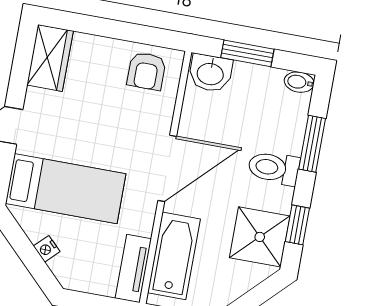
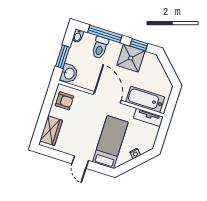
wardrobe: (50, 58) -> (51, 131), moved, turned 90
window: (312, 144) -> (105, 34), width x1.44
toilet: (274, 168) -> (100, 48), moved
shower: (260, 237) -> (131, 58), moved

